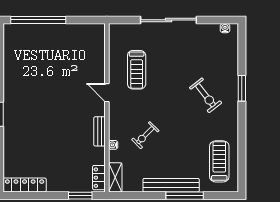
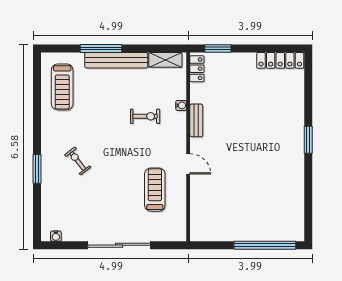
exercise bike: (205, 95) -> (78, 161), width x0.73, depth x0.72
exercise bike: (145, 135) -> (145, 116), turned 45
shelving: (115, 177) -> (165, 60), moved, turned 90

